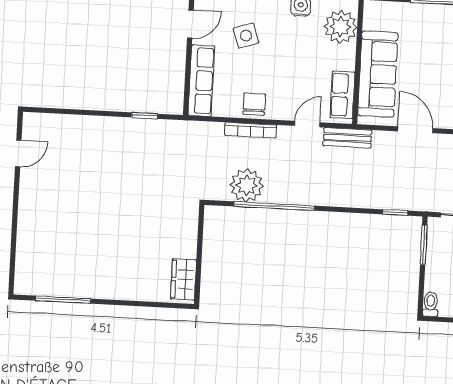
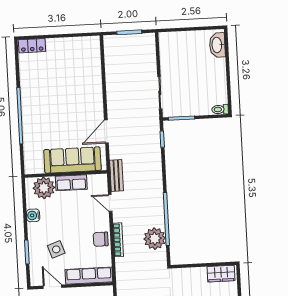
row of seats: (342, 95) -> (71, 183), moved

